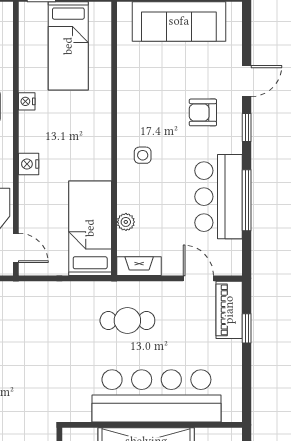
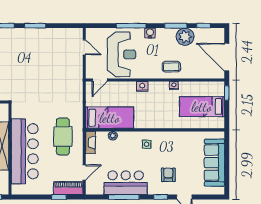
cafe table: (127, 320) -> (63, 137), width x1.37, depth x1.35

